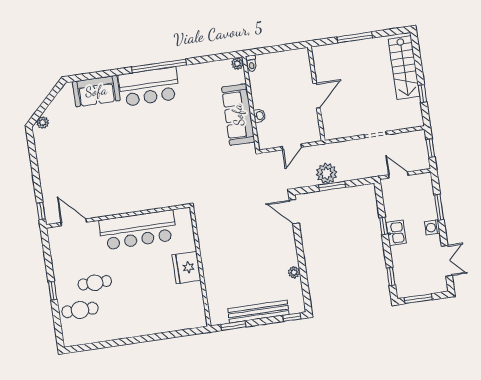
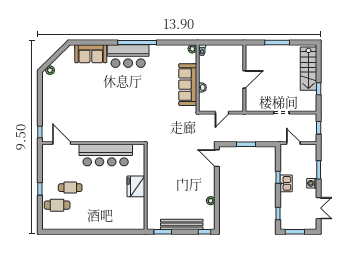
plant: (327, 173) -> (243, 135), removed

